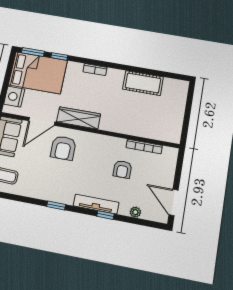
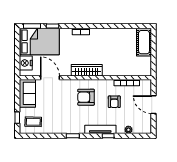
cot: (143, 83) -> (144, 42), moved, turned 90
wardrobe: (79, 118) -> (87, 70), moved
door: (42, 121) -> (50, 78), swing flipped
armchair: (63, 148) -> (86, 97), moved, turned 90
door: (174, 202) -> (154, 105), moved

